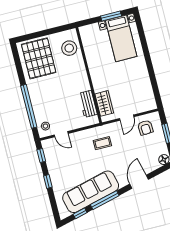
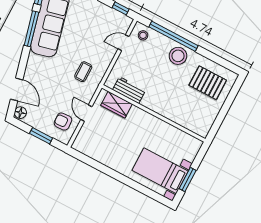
stool: (69, 48) -> (178, 56), moved
pallet: (39, 58) -> (208, 83), width x0.73, depth x0.71
door: (139, 182) -> (17, 89), moved

